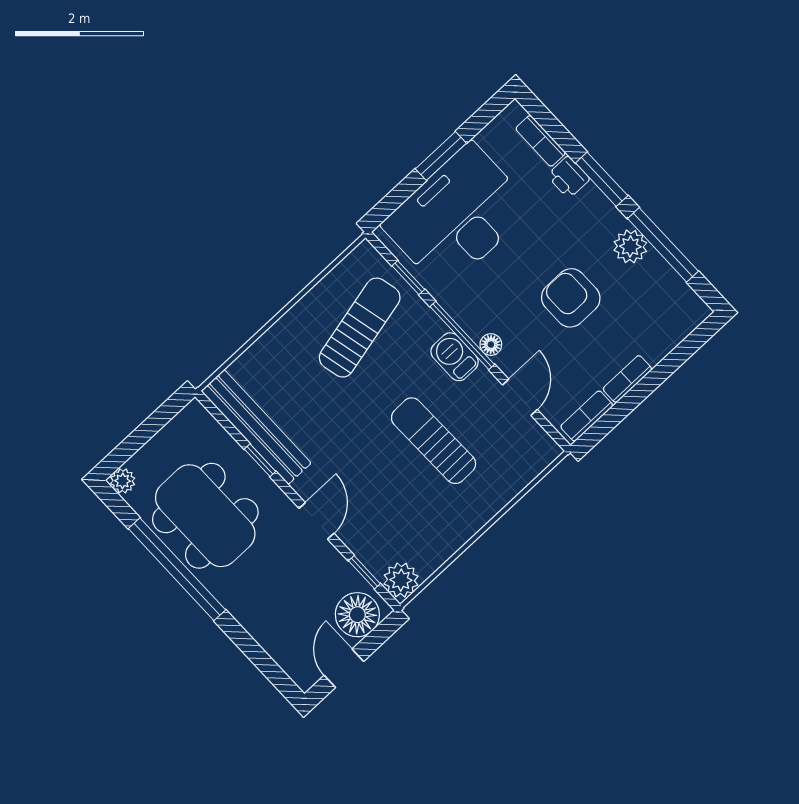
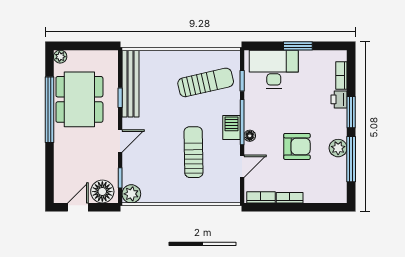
desk: (457, 216) -> (274, 69), width x0.73, depth x0.77
armchair: (571, 298) -> (297, 146), turned 90

